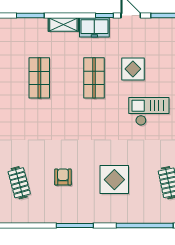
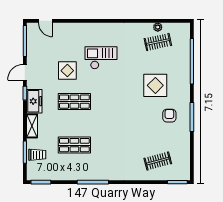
trolley: (27, 31) -> (37, 155), added
checkout: (149, 111) -> (101, 58), turned 90
armchair: (63, 177) -> (169, 116), moved, turned 90

